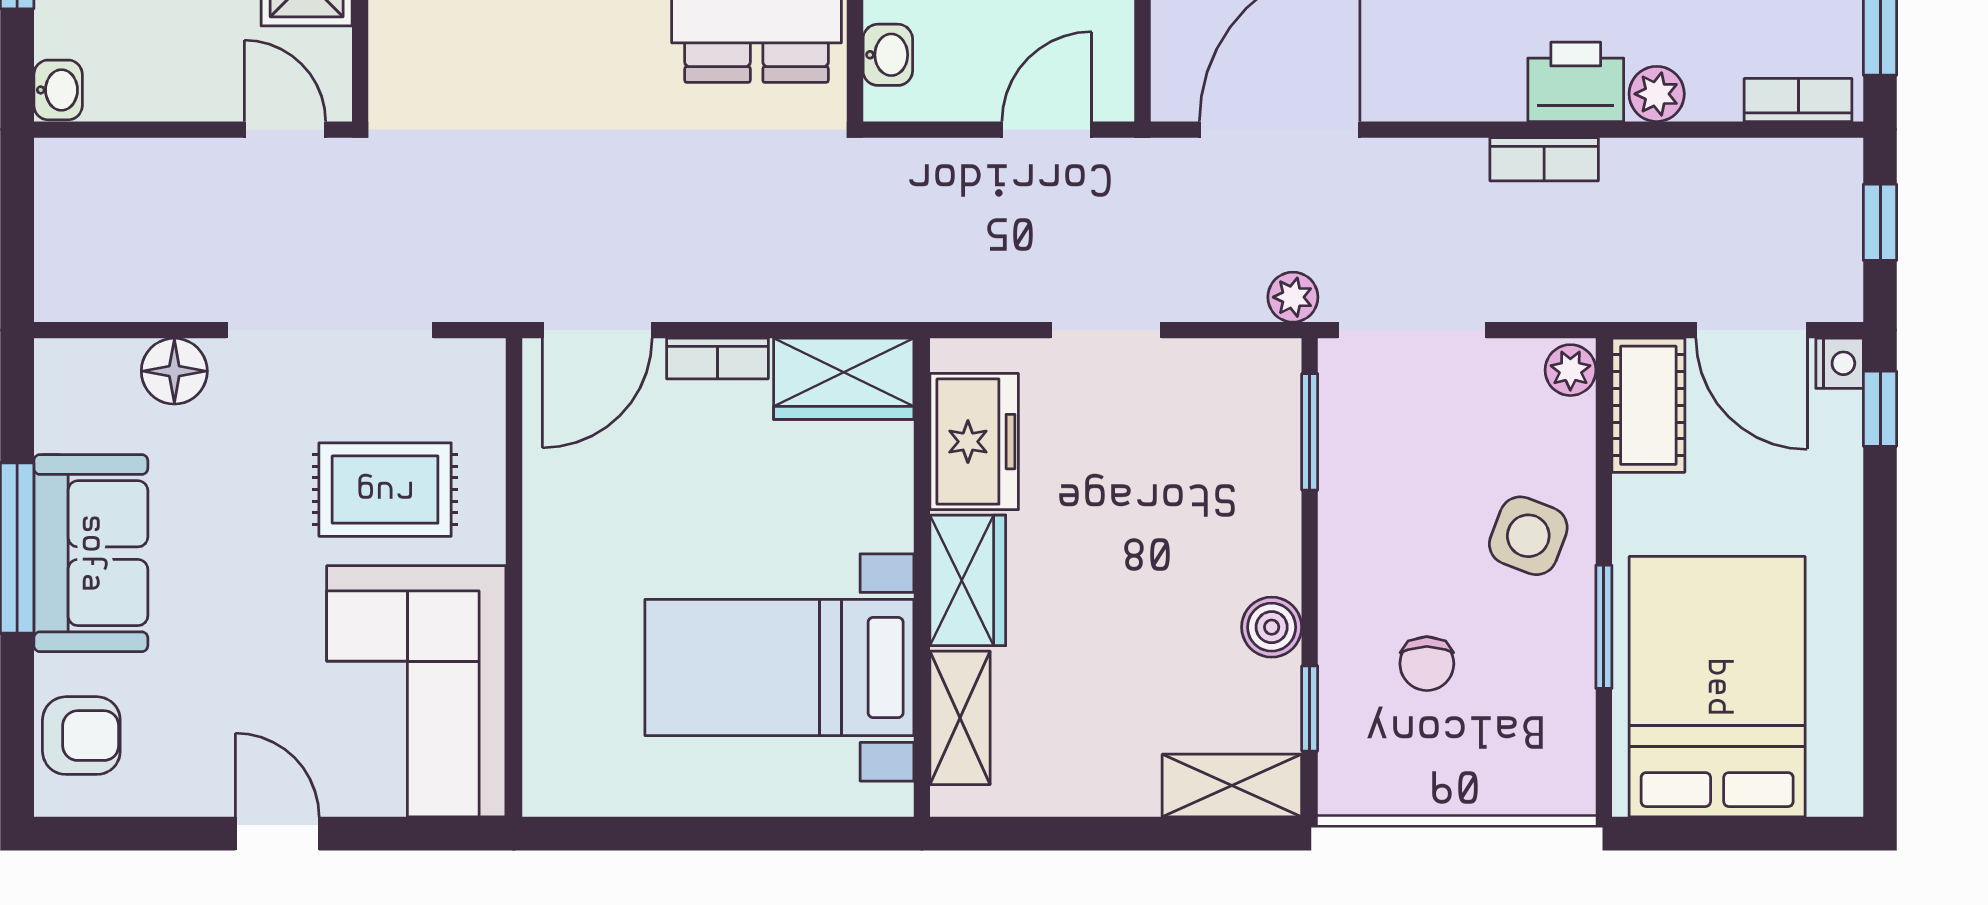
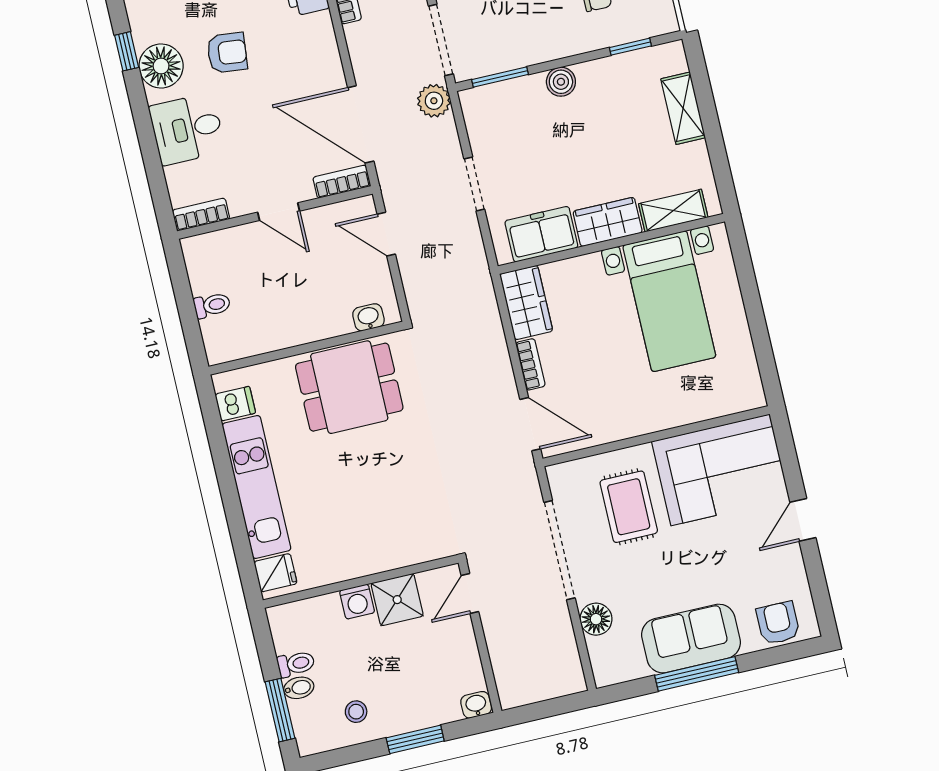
bookcase: (1173, 65) -> (342, 182), added
plant: (1293, 297) -> (434, 101), width x1.38, depth x1.38
boiler: (1272, 627) -> (561, 82), moved
shelving: (1232, 786) -> (683, 108), moved

